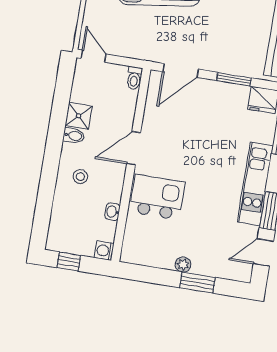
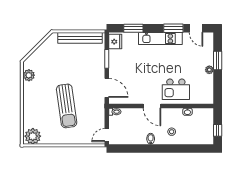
shower: (79, 116) -> (140, 138), removed
kitchen island: (157, 197) -> (176, 89), turned -90
washing machine: (104, 251) -> (209, 113), removed

